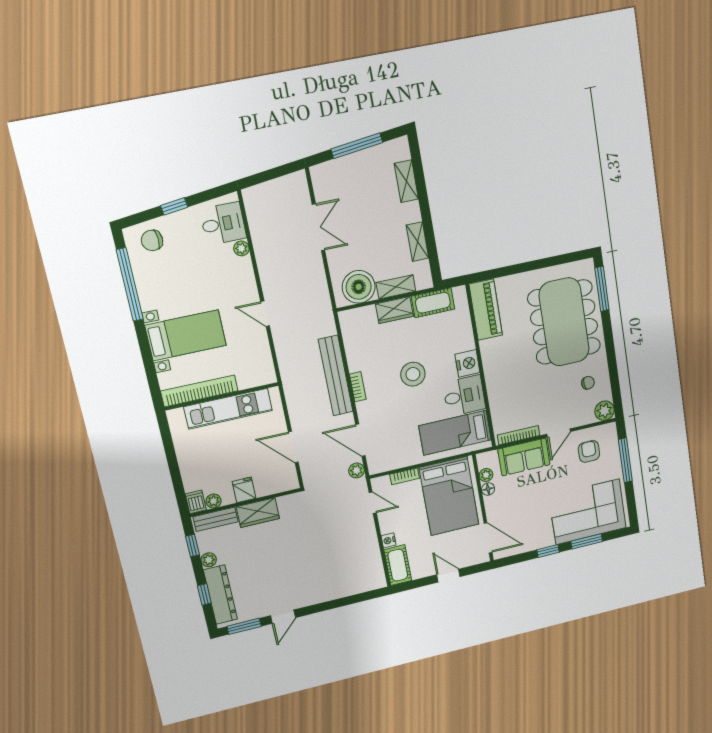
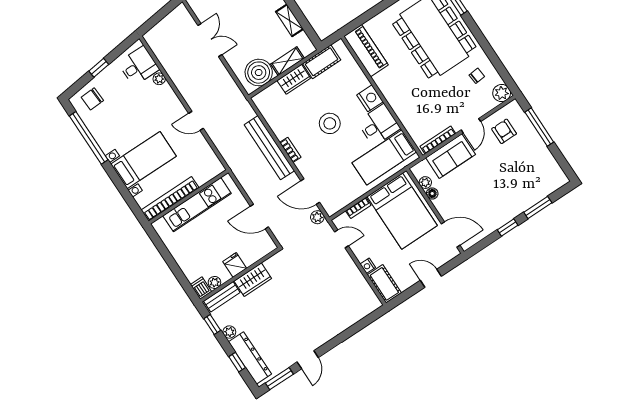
corner sofa: (588, 512) -> (527, 182), removed

